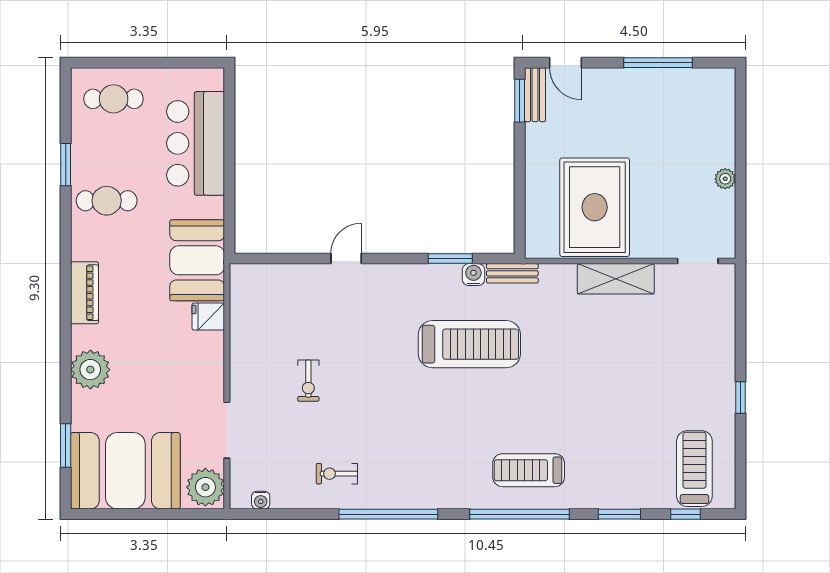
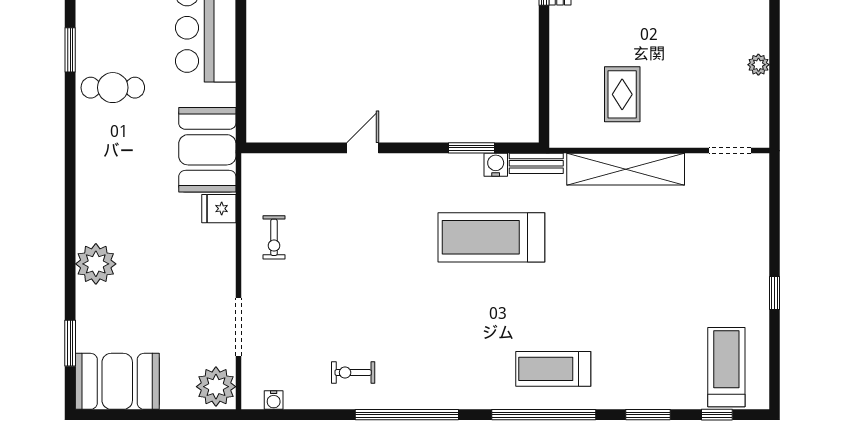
rug: (595, 207) -> (622, 94), width x0.54, depth x0.49
shelving: (616, 279) -> (626, 169), width x1.47
piano: (85, 293) -> (90, 184), removed
treadmill: (469, 344) -> (491, 237), turned 180
exercise bike: (308, 381) -> (274, 237), moved
booth: (125, 471) -> (117, 381), width x0.73, depth x0.70

